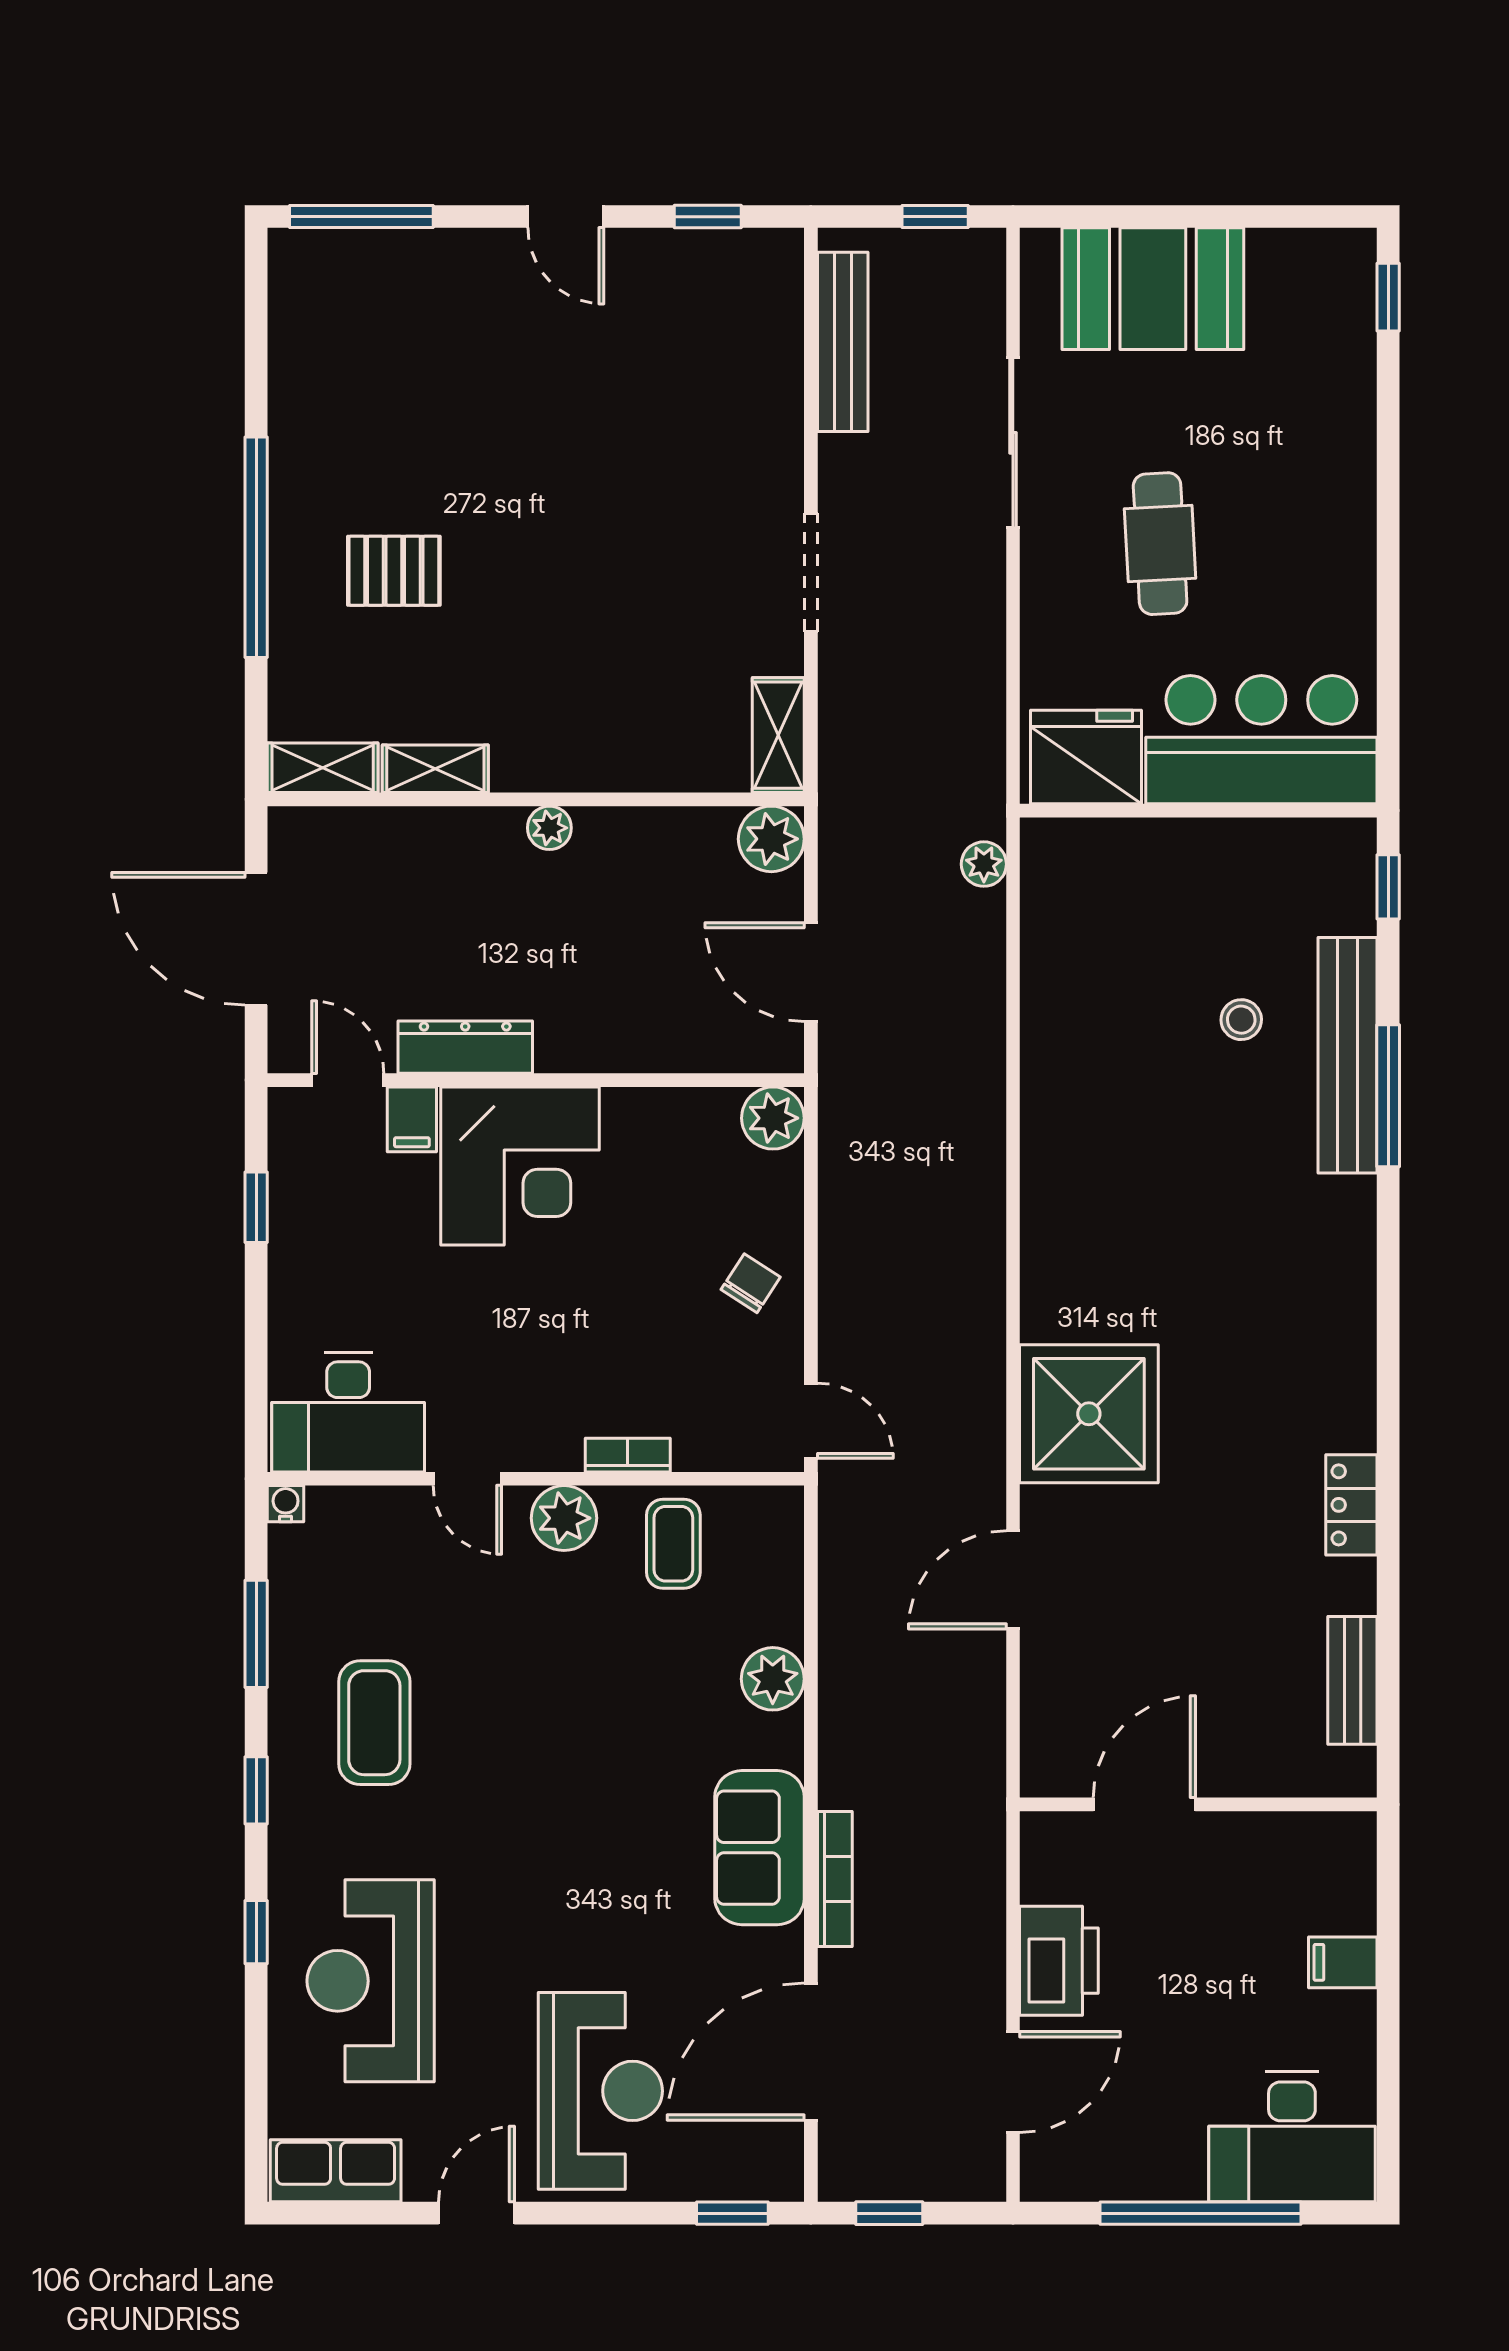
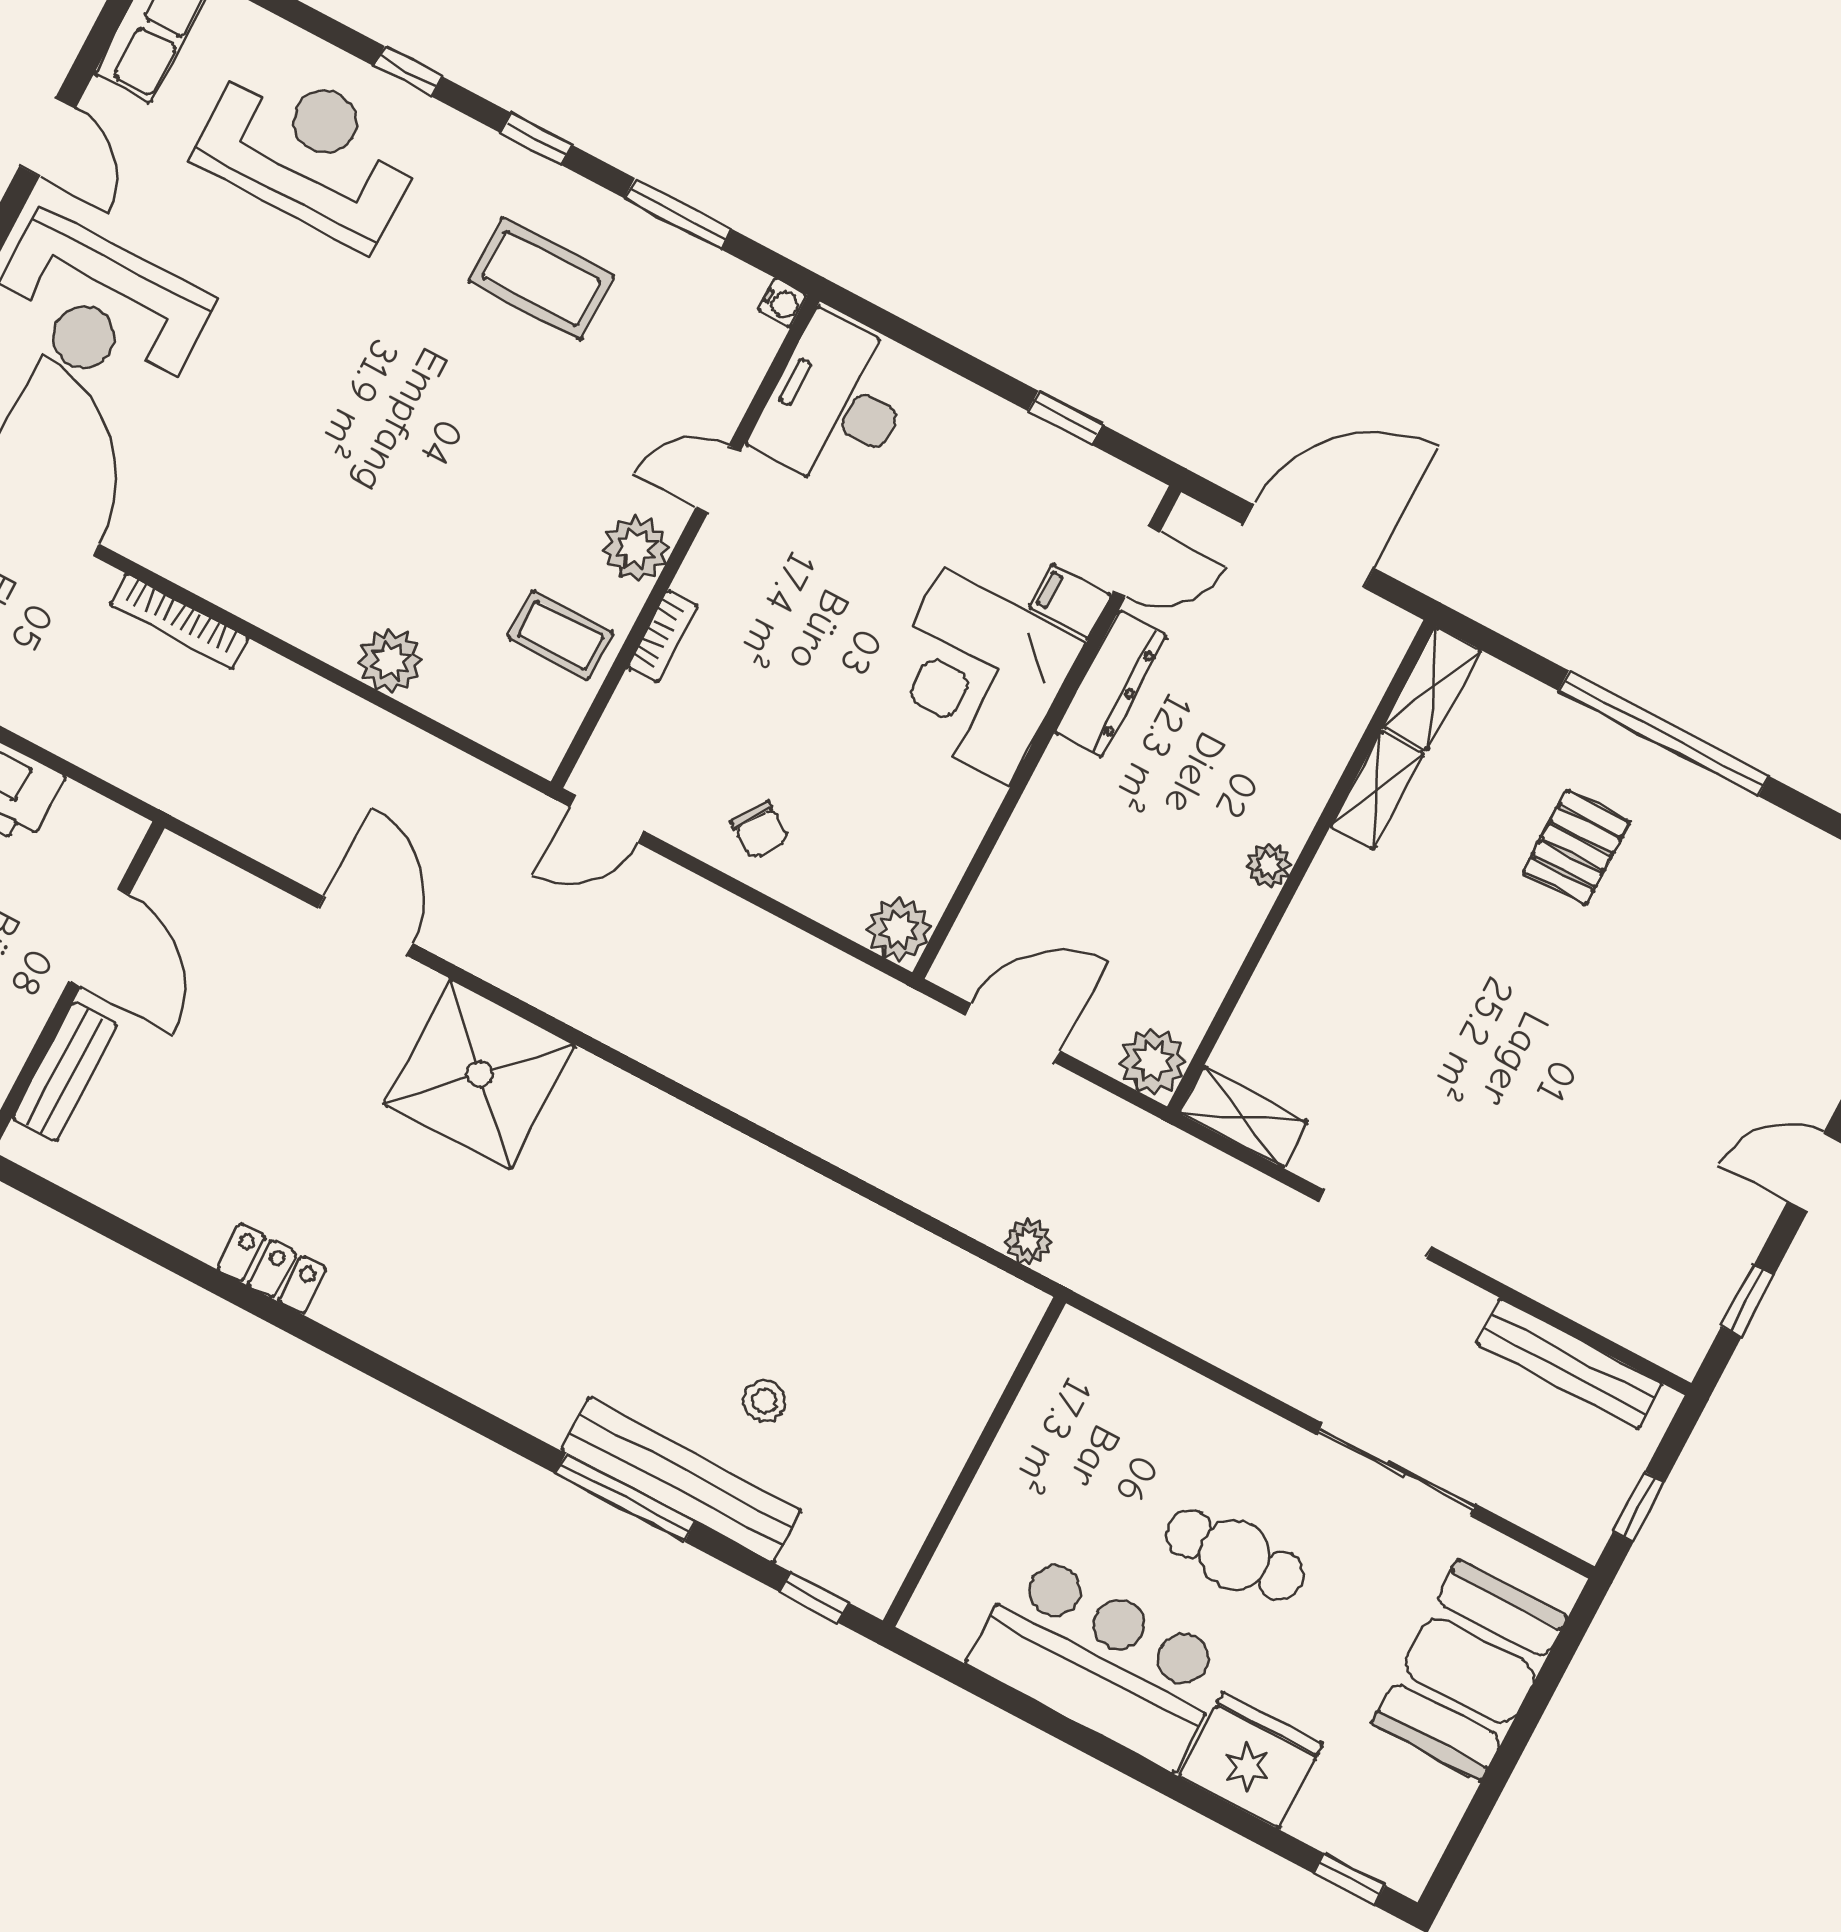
bar counter: (1261, 740) -> (1100, 1661), moved, turned -90
fridge: (1086, 757) -> (1251, 1760), moved, turned -90
bench: (1352, 1680) -> (65, 1072), moved, turned 90
sofa: (760, 1848) -> (244, 568), removed

